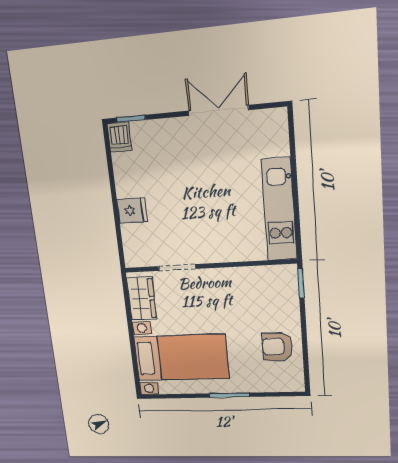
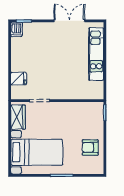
kitchen unit: (279, 210) -> (96, 54), moved
fridge: (132, 211) -> (19, 79), moved

